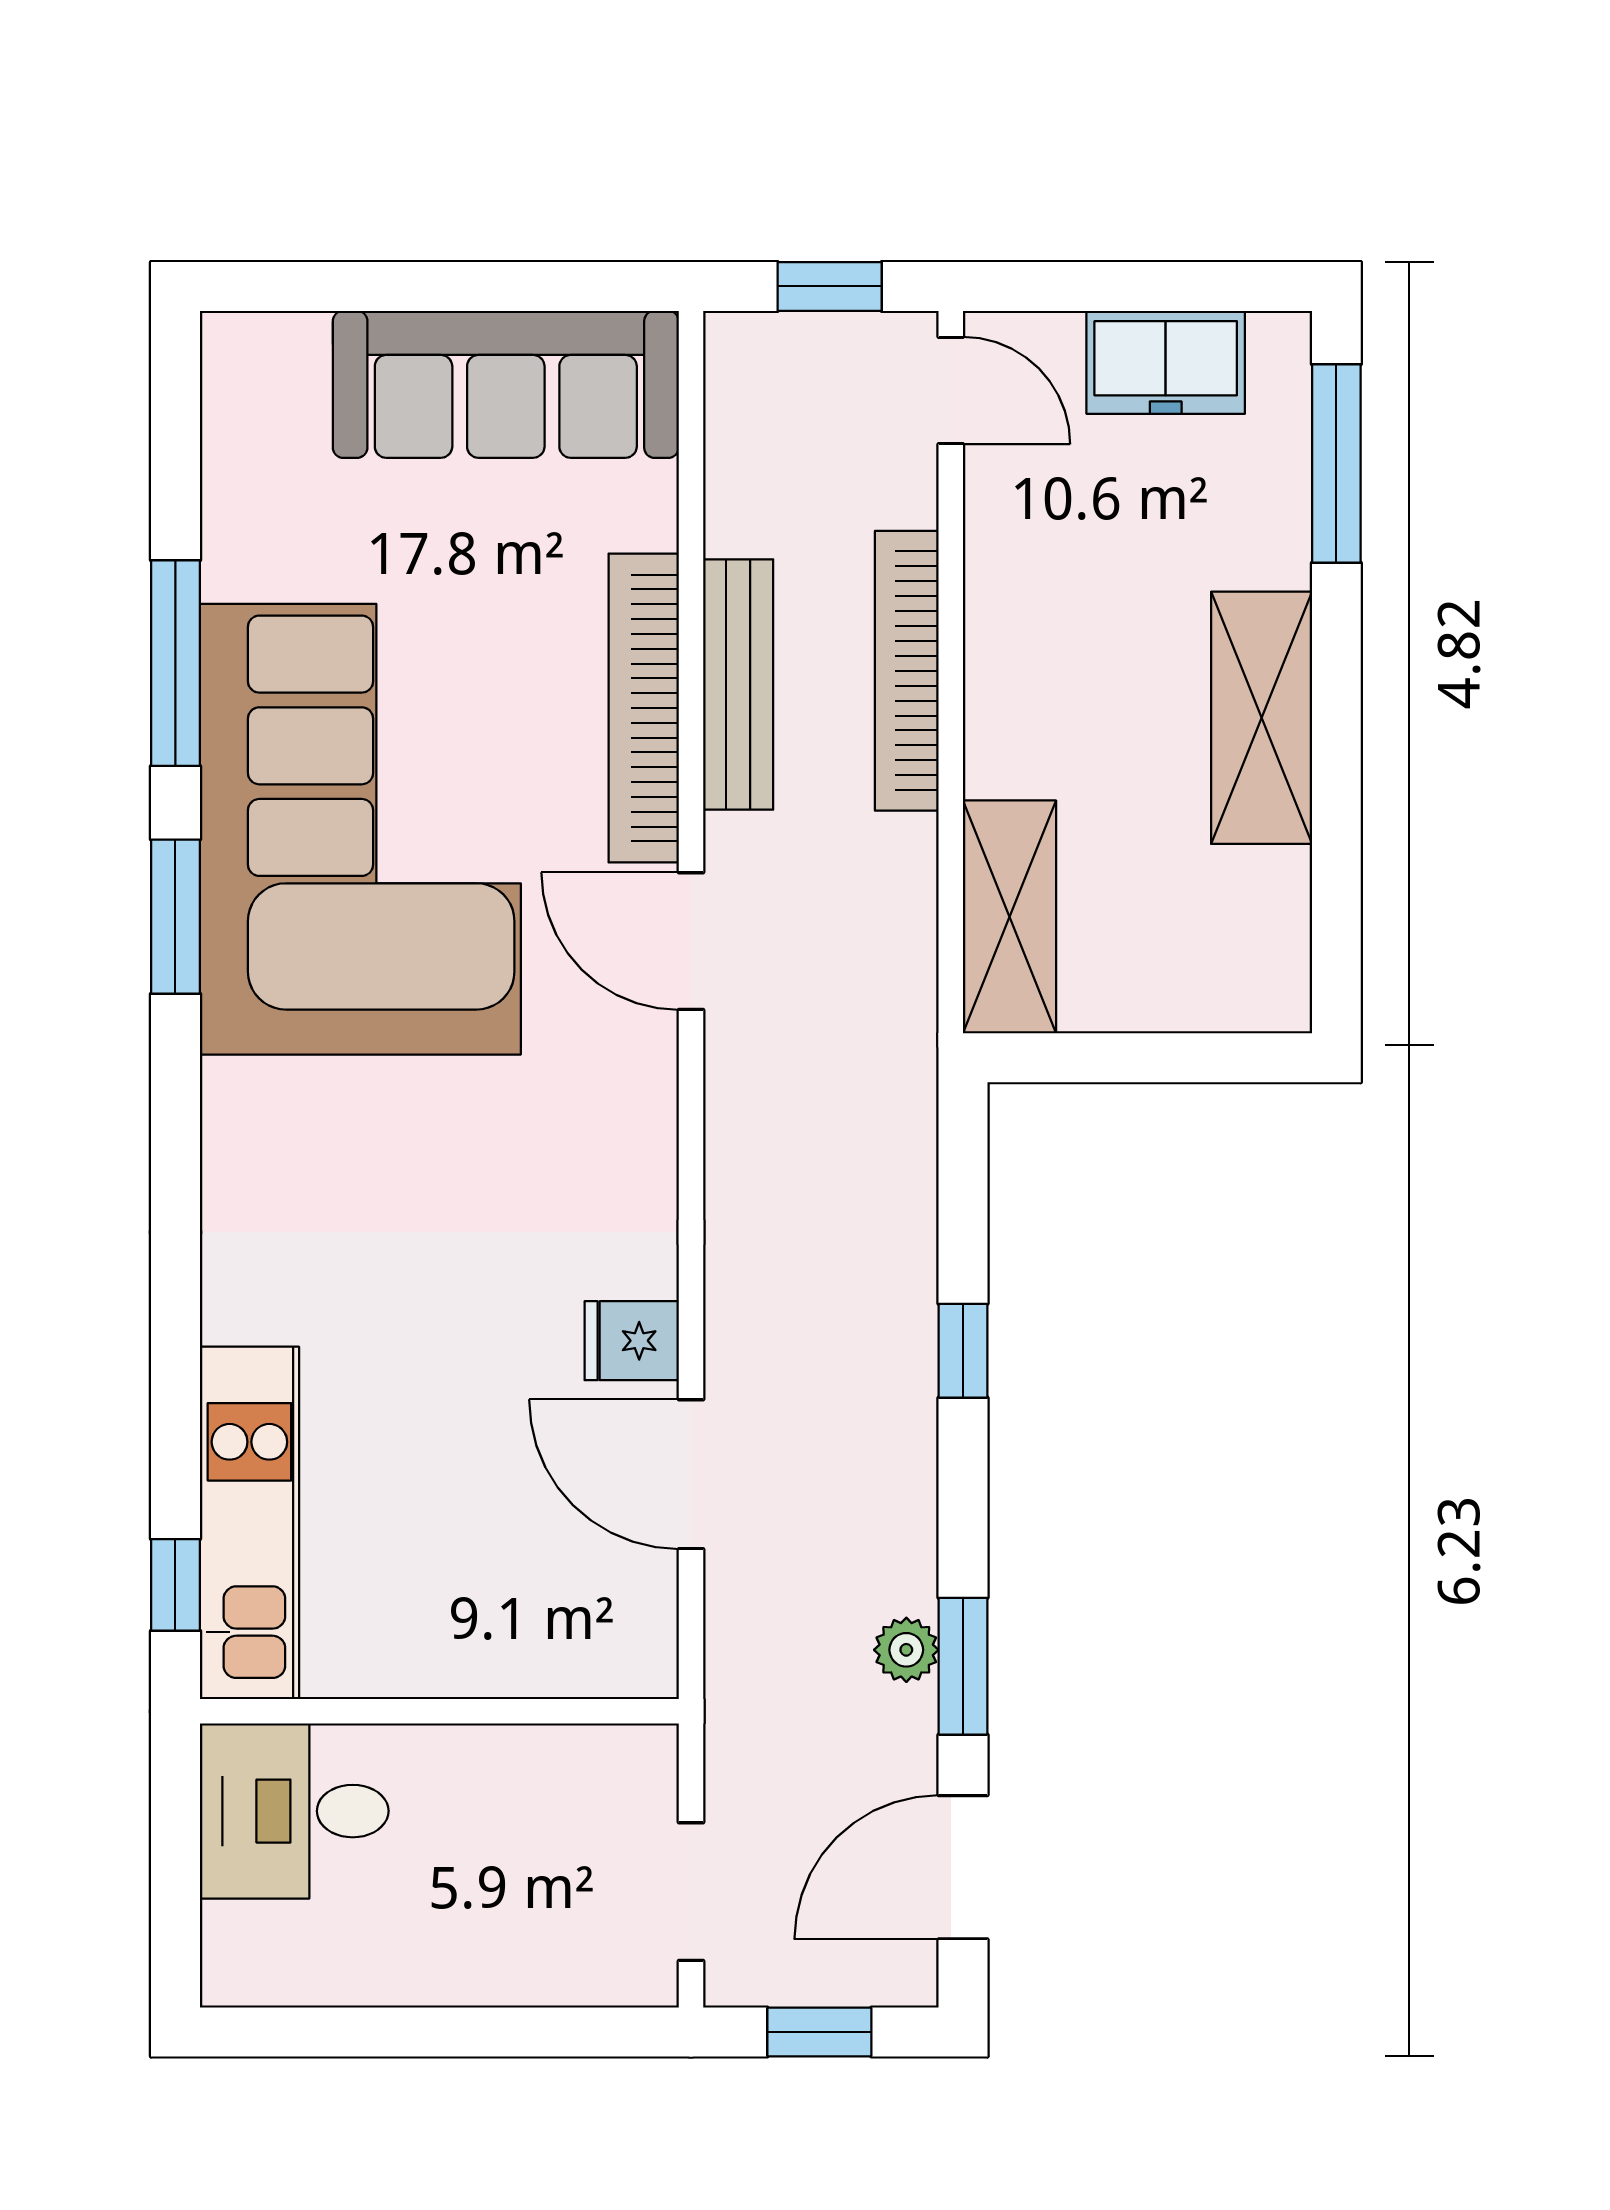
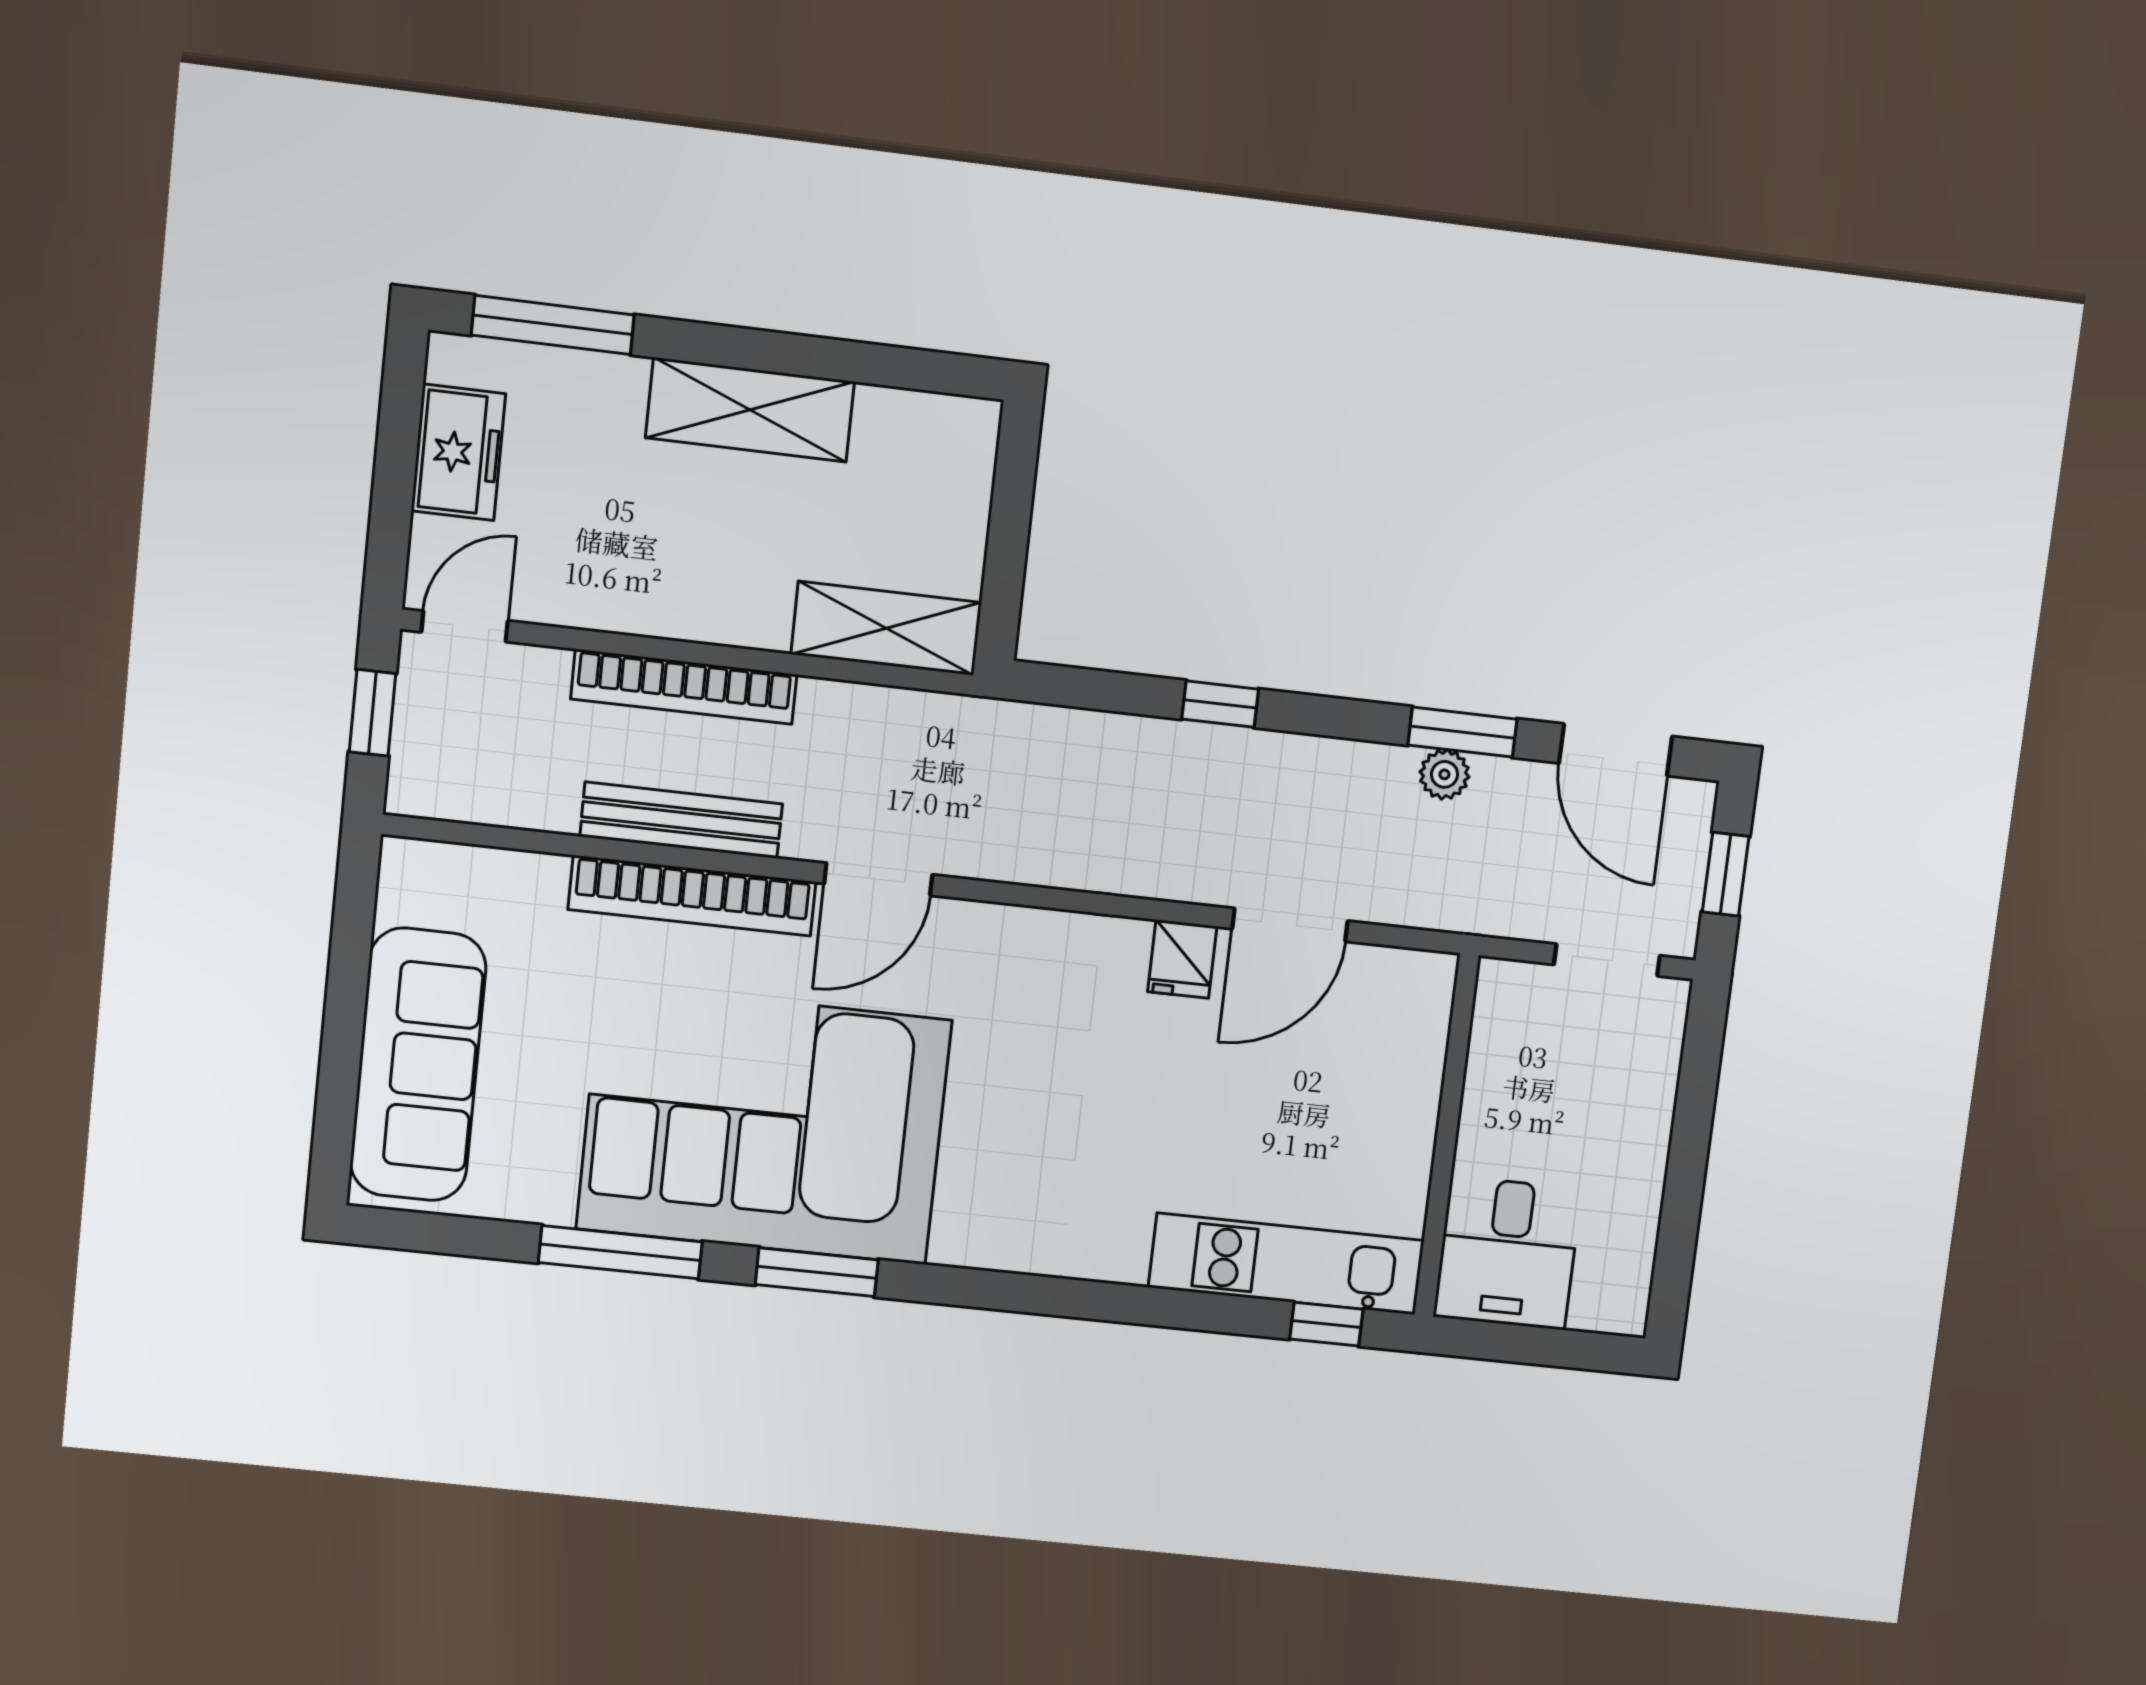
sofa: (506, 384) -> (418, 1065), moved

